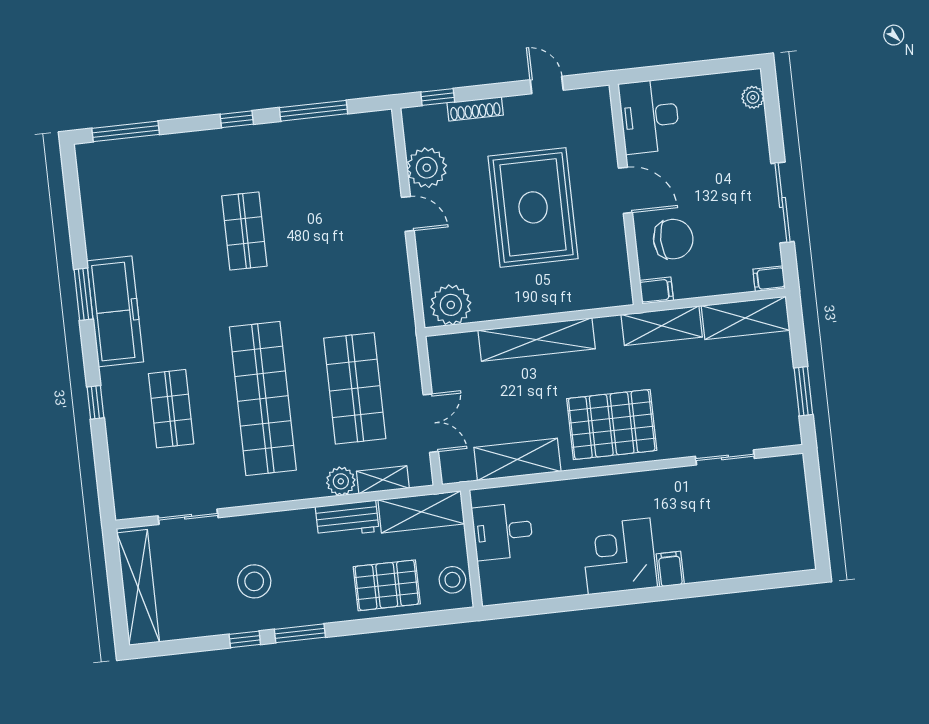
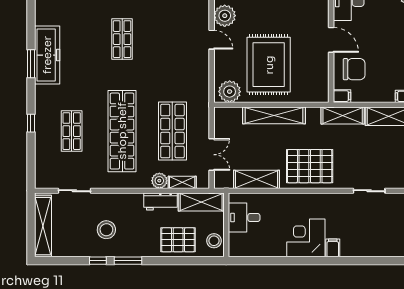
rug: (533, 207) -> (269, 65), moved
freezer: (115, 311) -> (47, 55), moved

